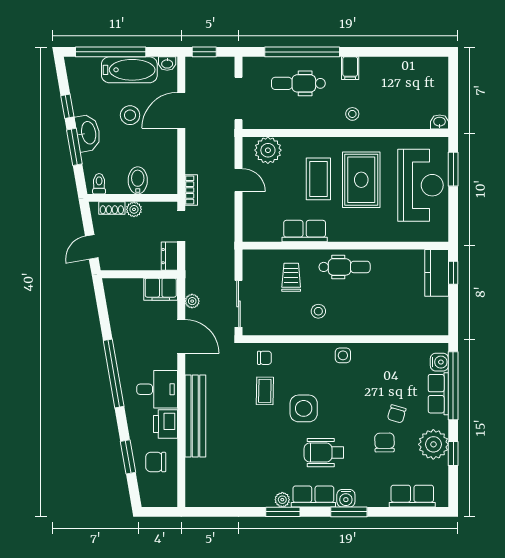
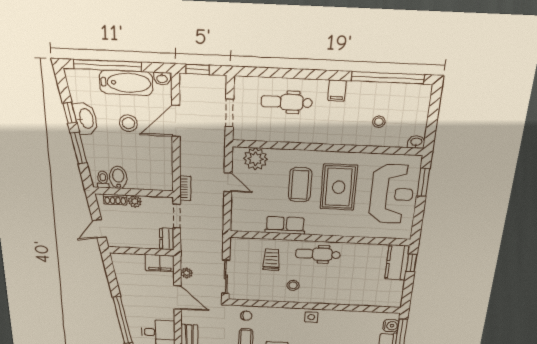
window: (302, 52) -> (388, 78), moved
doorway: (239, 98) -> (230, 113), width x0.73
stool: (352, 114) -> (379, 122), moved
washbasin: (88, 133) -> (86, 119), moved
bidet: (138, 180) -> (118, 177), moved
dental chair: (345, 267) -> (318, 254), turned 180

